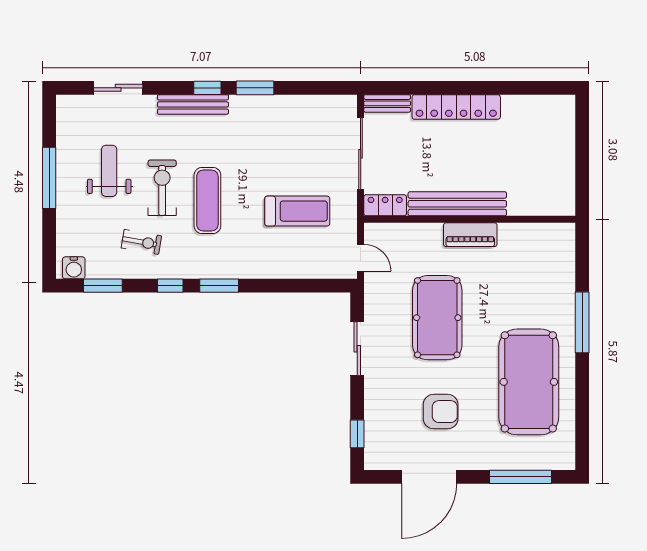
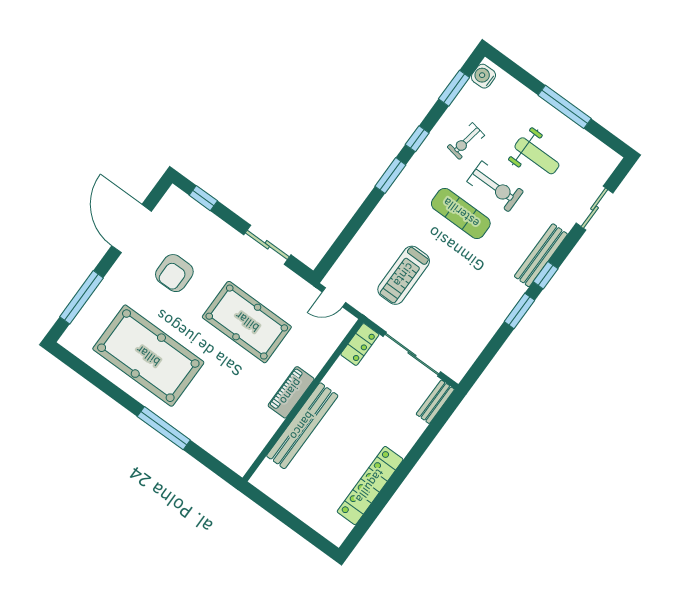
locker: (456, 107) -> (370, 486), moved
bench: (457, 204) -> (302, 426), moved

